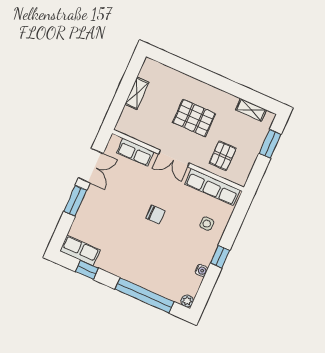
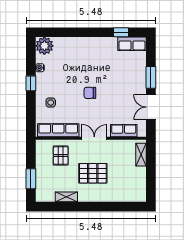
shelving: (137, 93) -> (141, 155), moved
shelving: (251, 110) -> (66, 197), moved
window: (145, 295) -> (72, 32), removed
plant: (187, 301) -> (44, 46), width x1.88, depth x1.88

